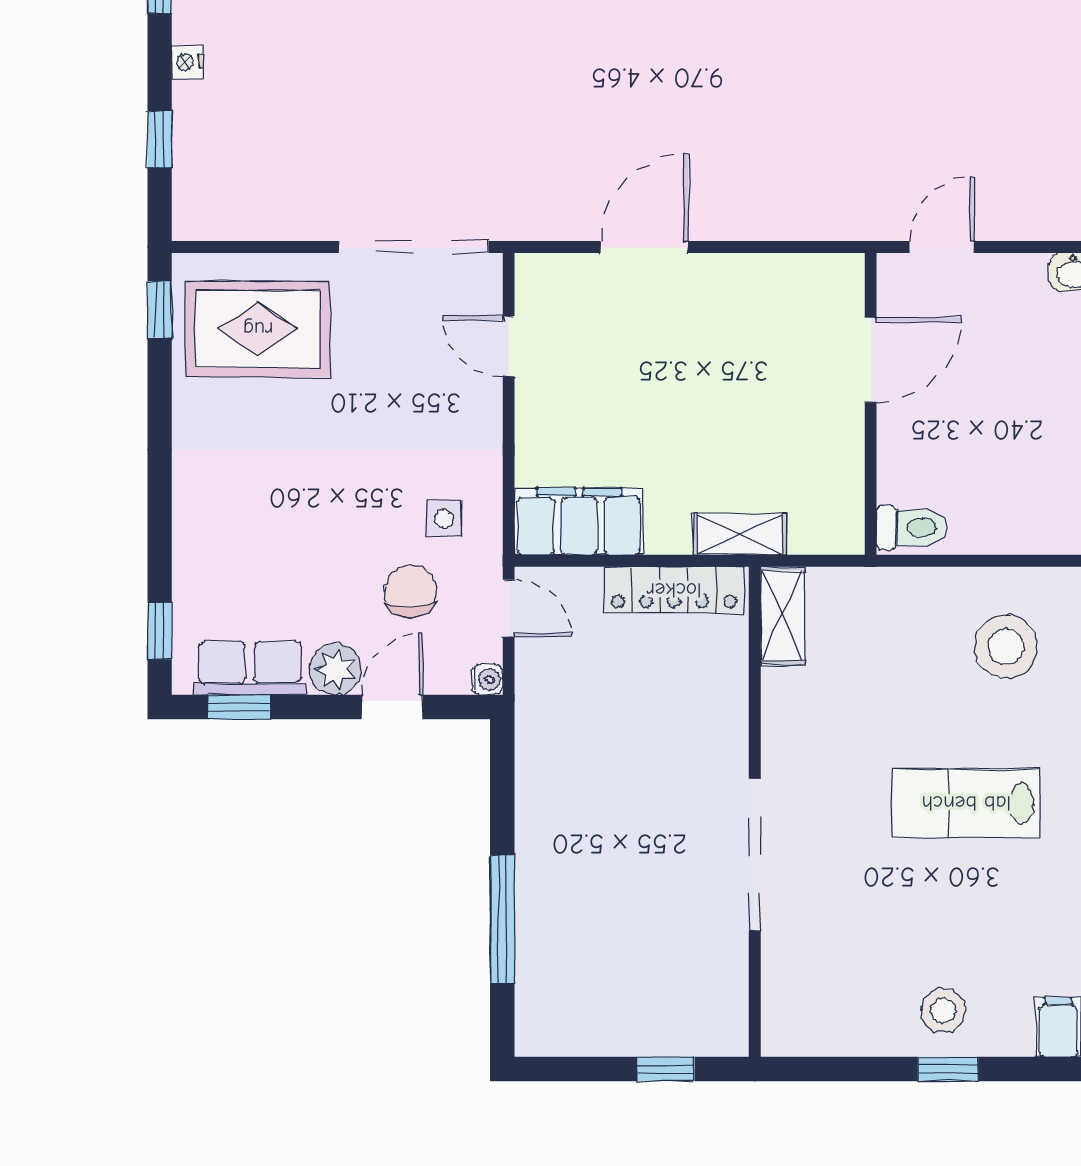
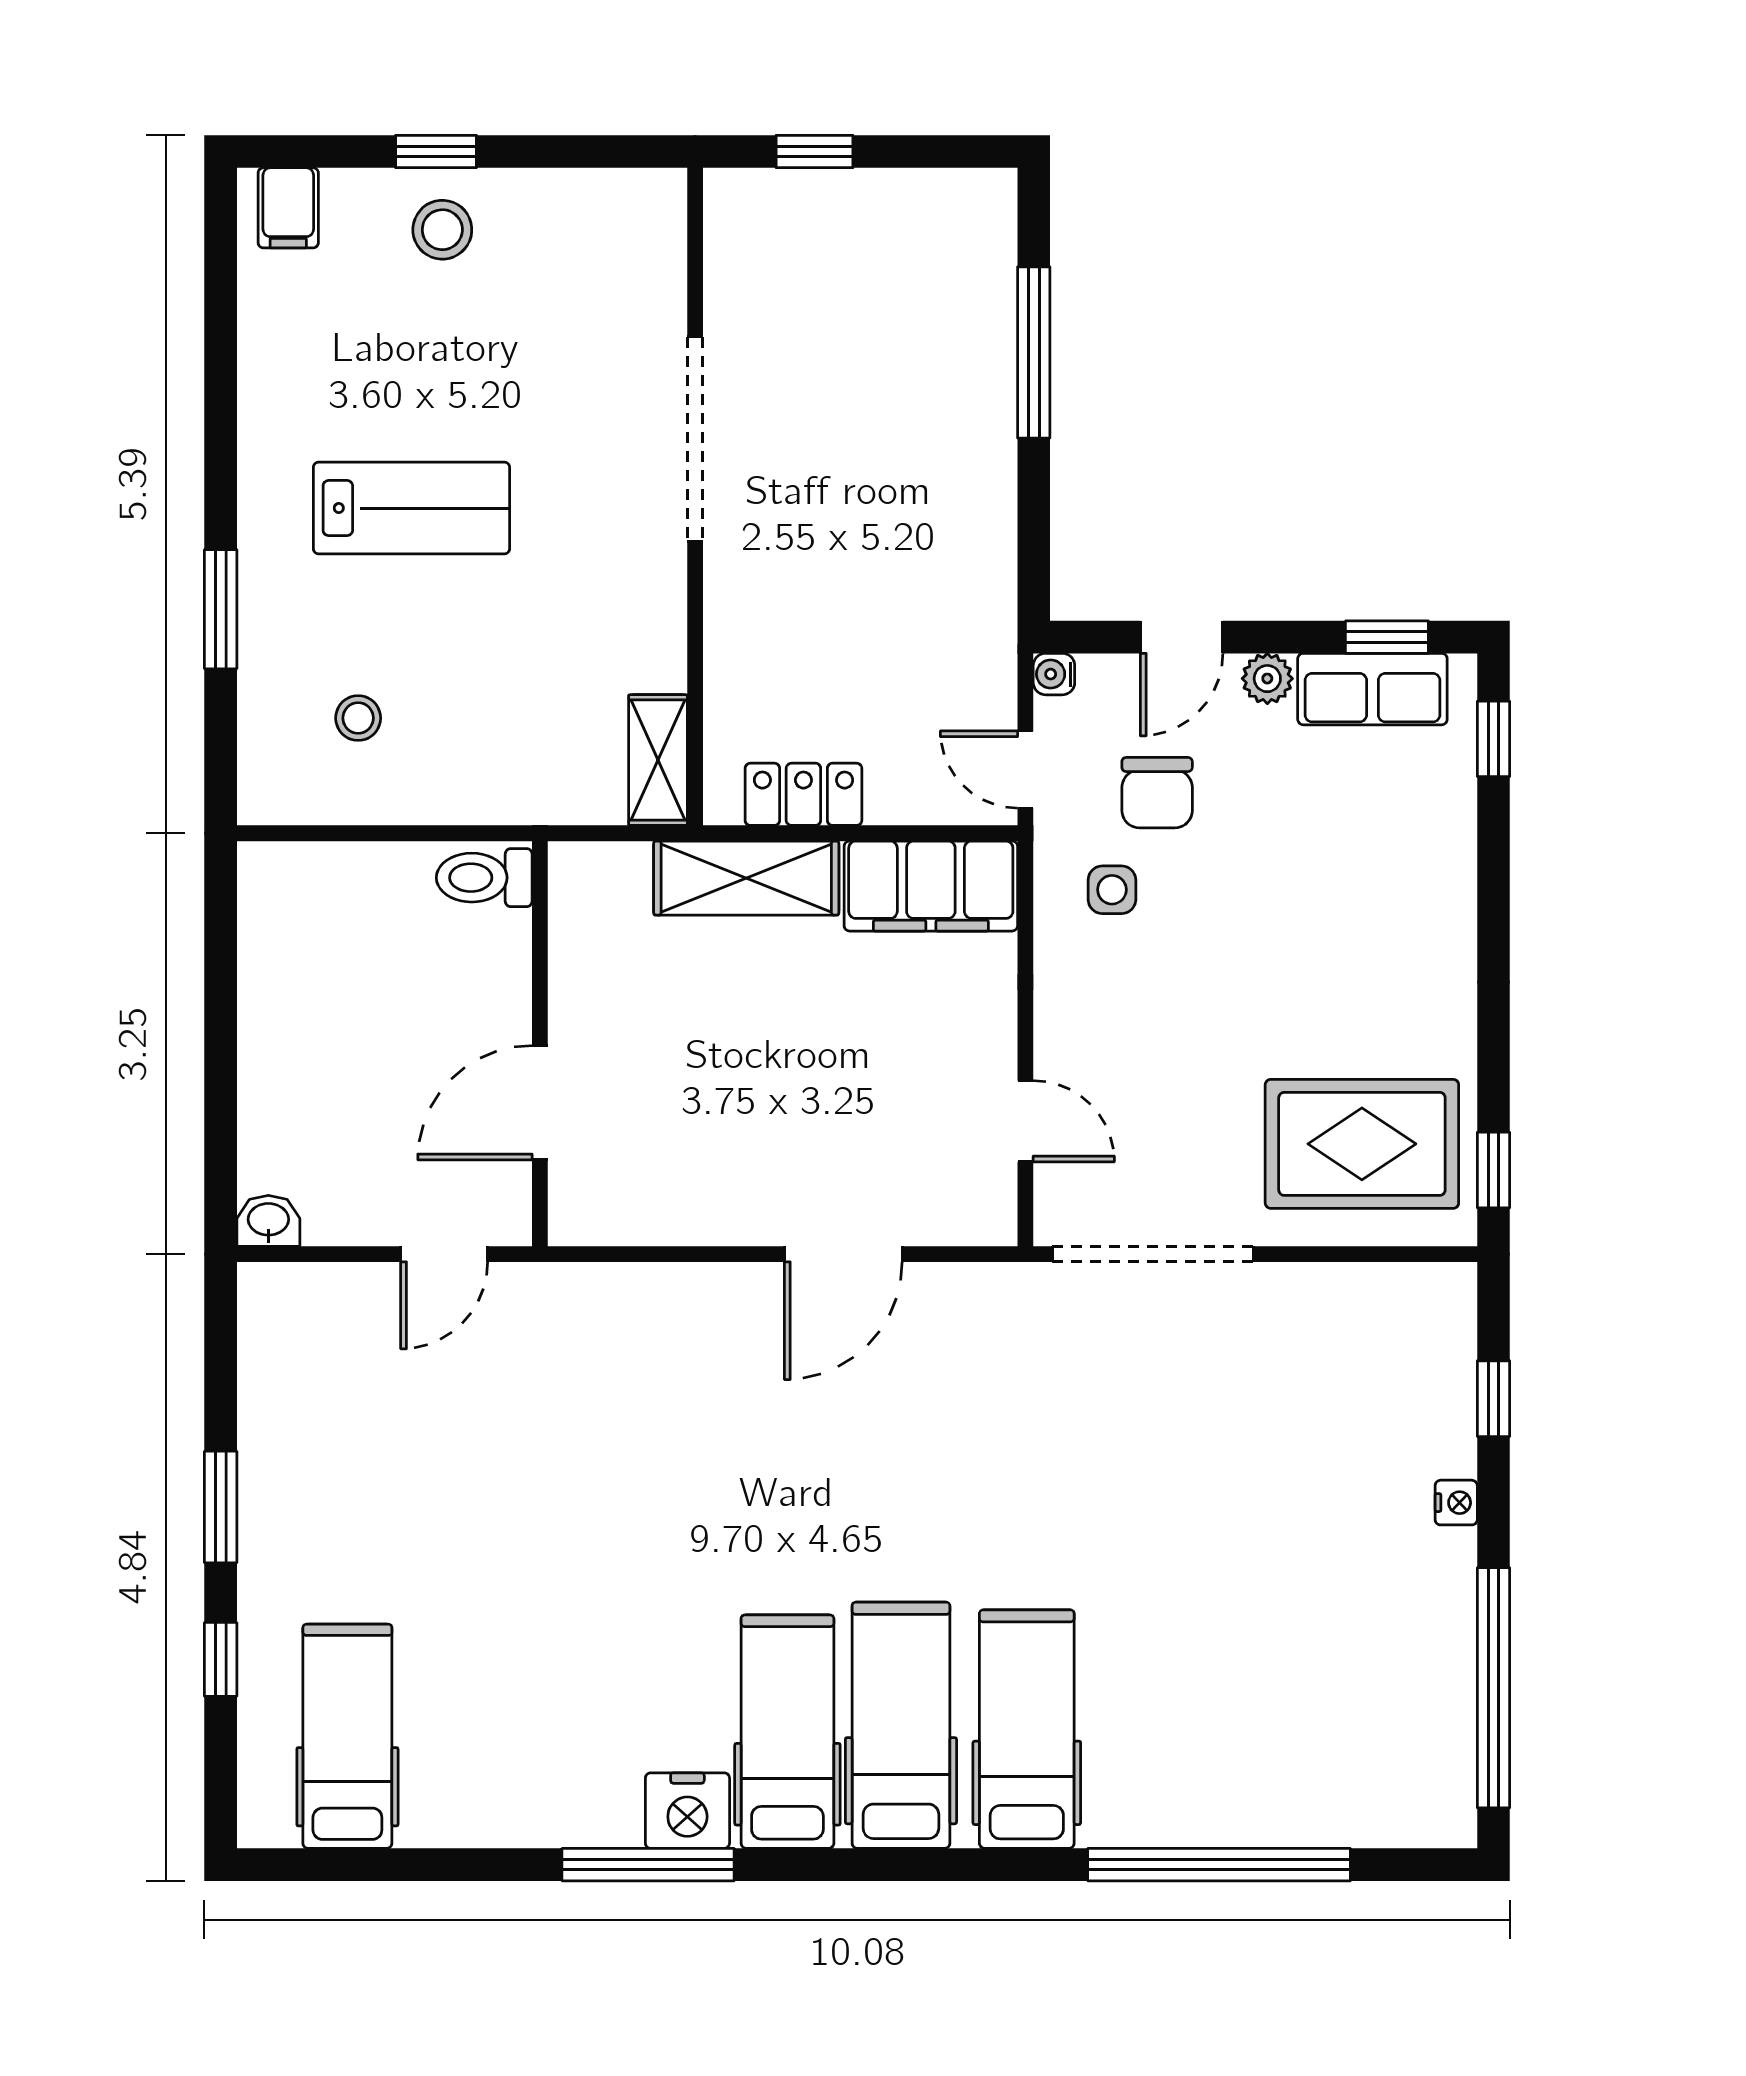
shelving: (740, 534) -> (746, 878), width x1.50, depth x1.33
locker: (674, 590) -> (803, 794), width x0.66
stool: (1006, 647) -> (358, 718), width x0.53, depth x0.53
plant: (335, 669) -> (1267, 679), width x0.73, depth x0.73

